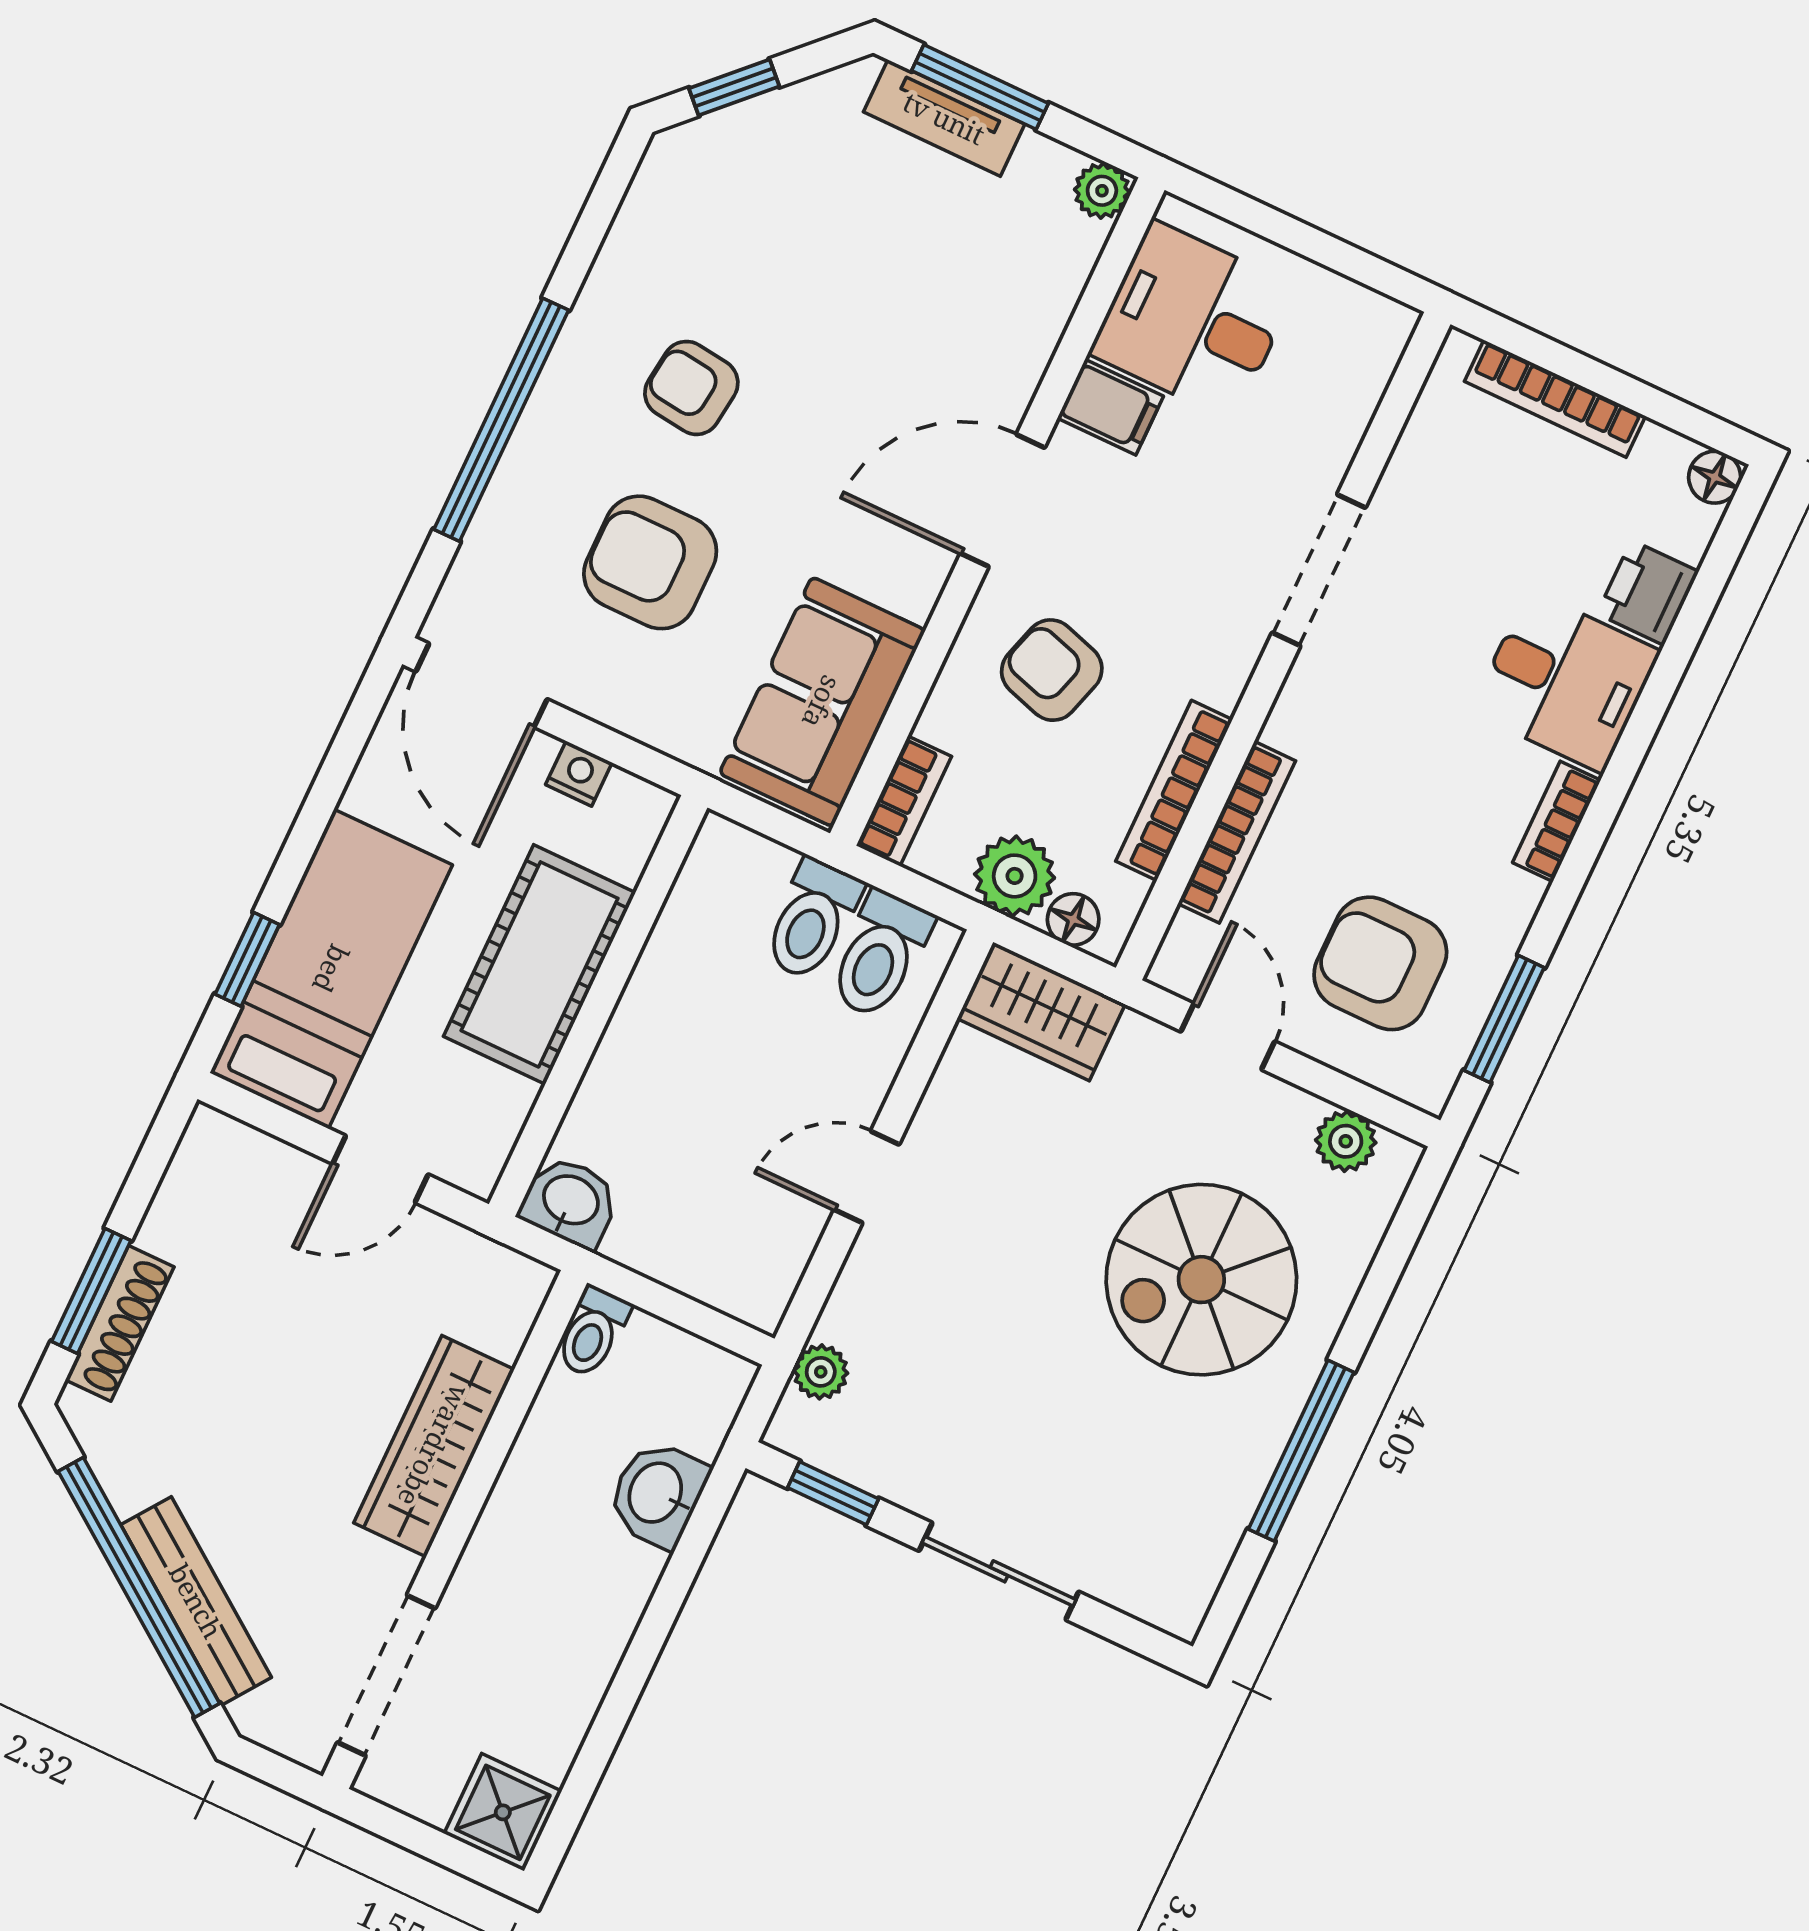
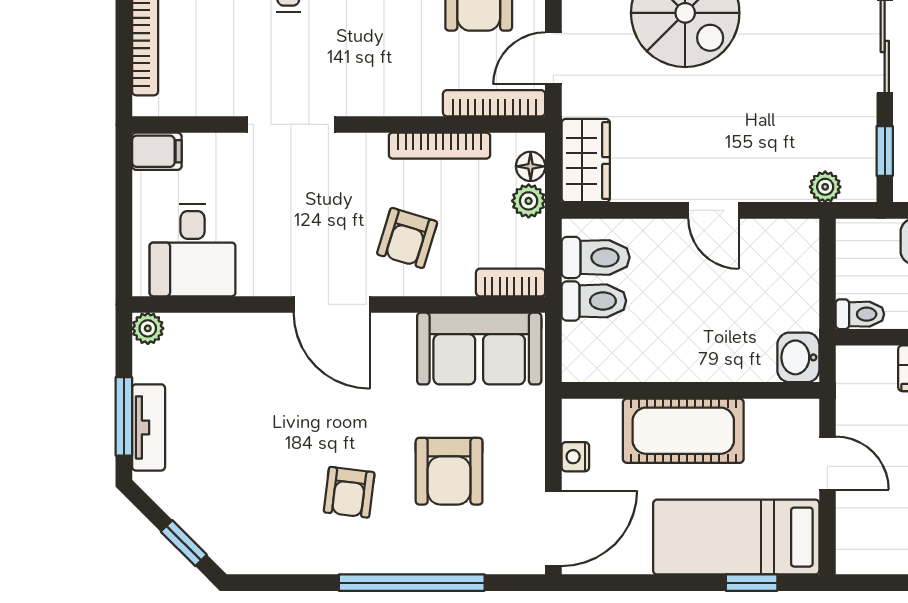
filing cabinet: (1110, 407) -> (157, 151), moved, turned 90
bookcase: (1237, 832) -> (494, 103), moved
plant: (1015, 876) -> (529, 201), width x0.73, depth x0.73

